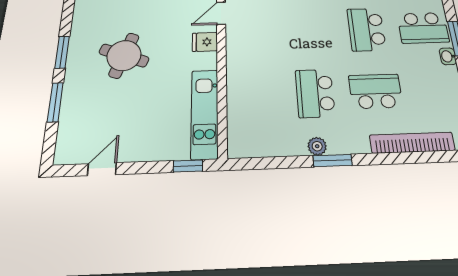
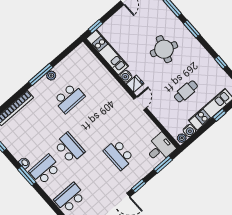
water cooler: (208, 61) -> (126, 76), added
school desk: (375, 91) -> (45, 120), removed
school desk: (315, 93) -> (69, 98), turned 90
window: (333, 161) -> (41, 74), width x1.44

